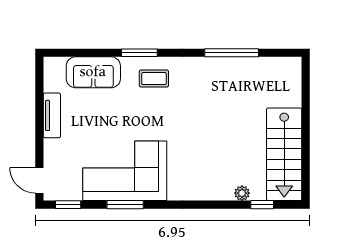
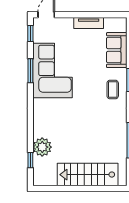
stairs: (284, 154) -> (88, 175), moved
plant: (242, 193) -> (42, 147), width x1.87, depth x1.87

